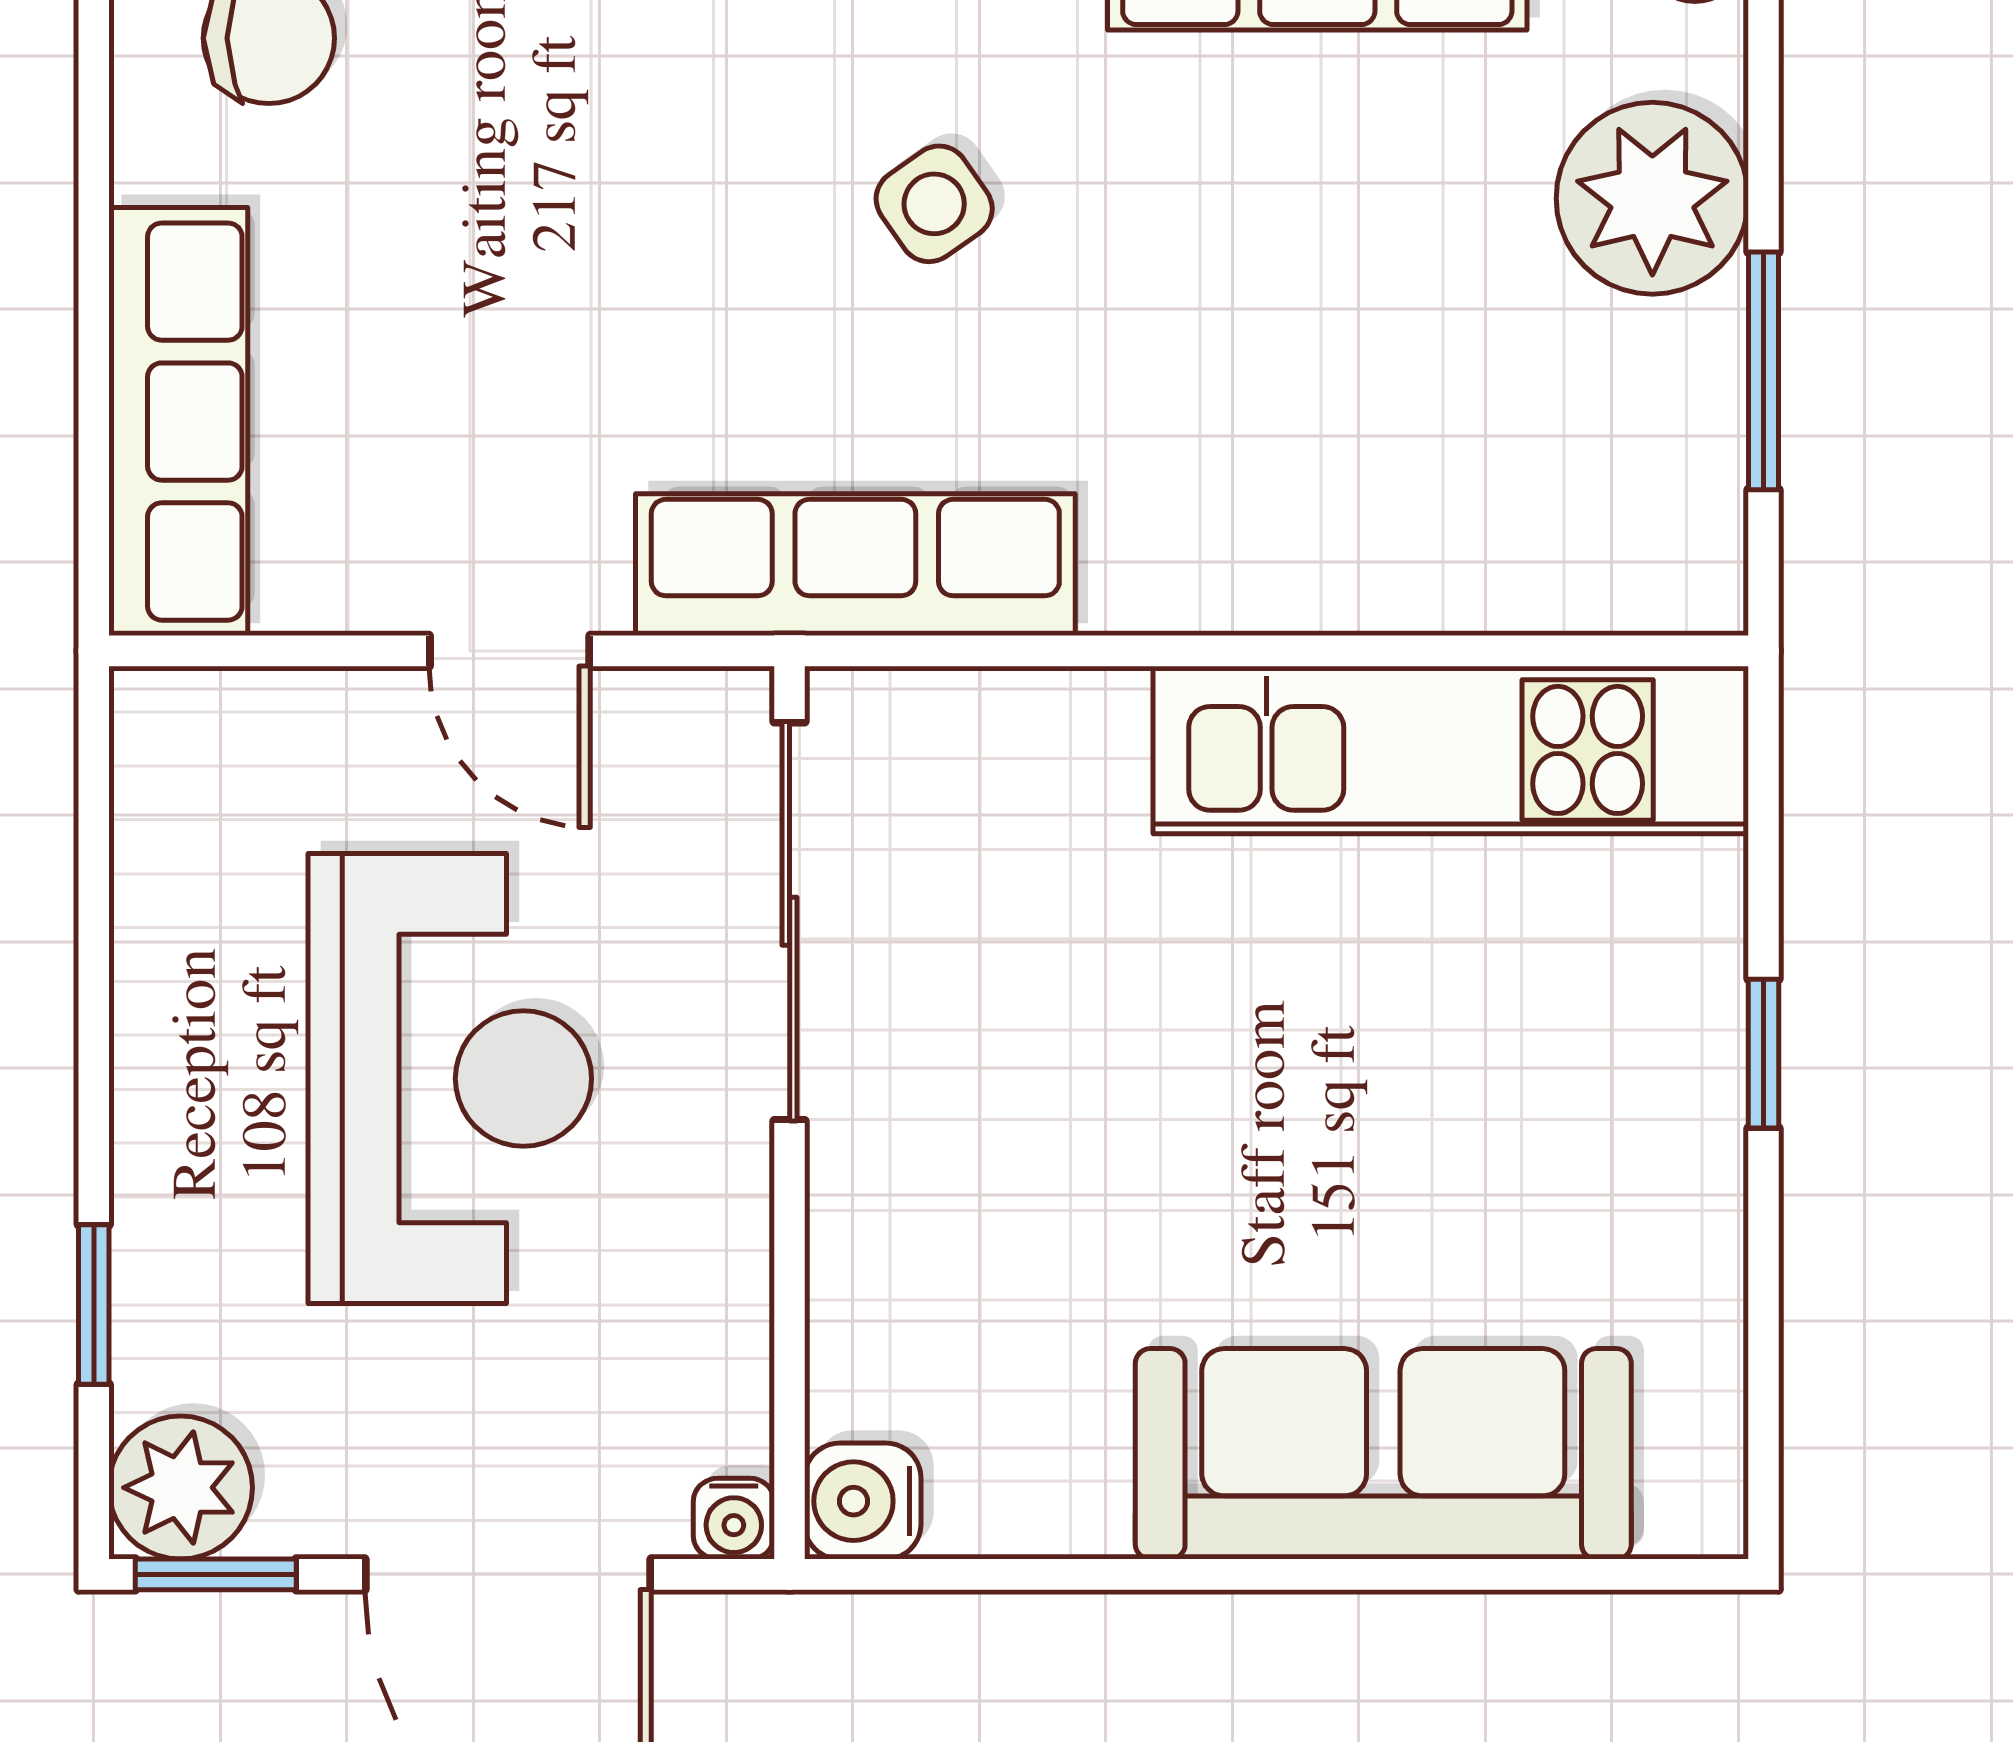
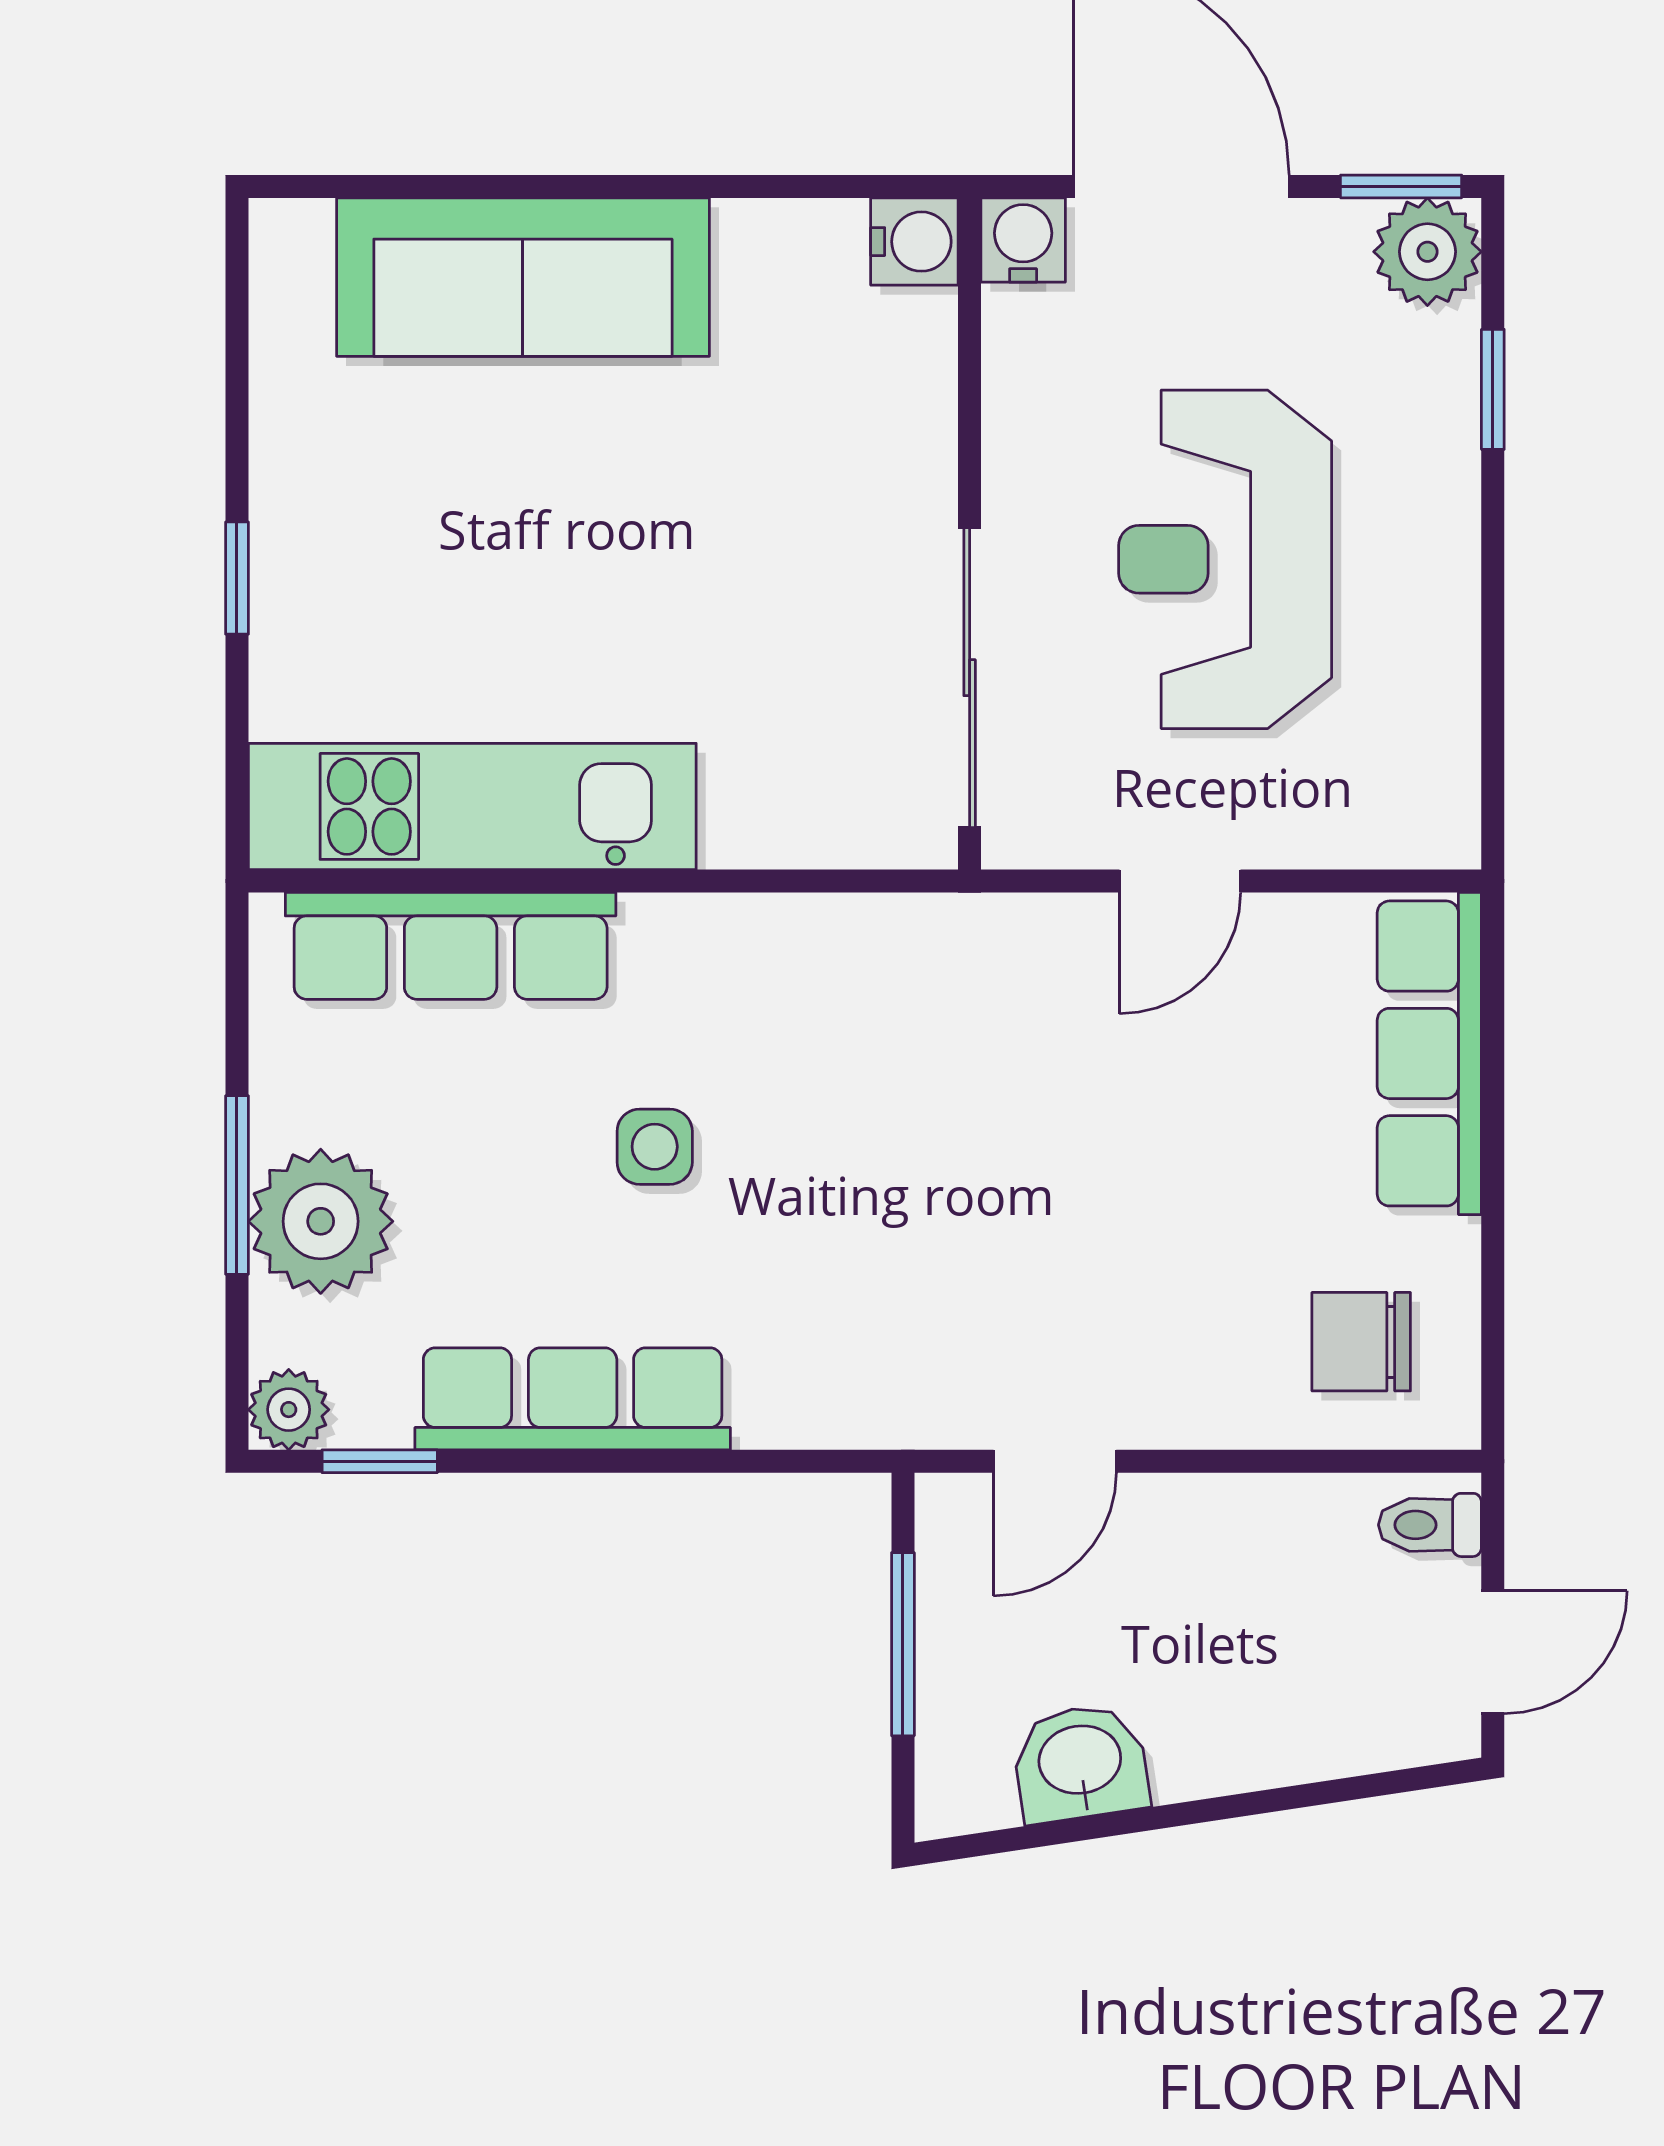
side table: (934, 204) -> (655, 1147), moved, turned 35
window: (1764, 371) -> (237, 1185), moved
row of seats: (855, 565) -> (451, 946), moved
door: (510, 651) -> (1180, 881), swing flipped
water cooler: (734, 1519) -> (1023, 240), width x1.38, depth x1.38

